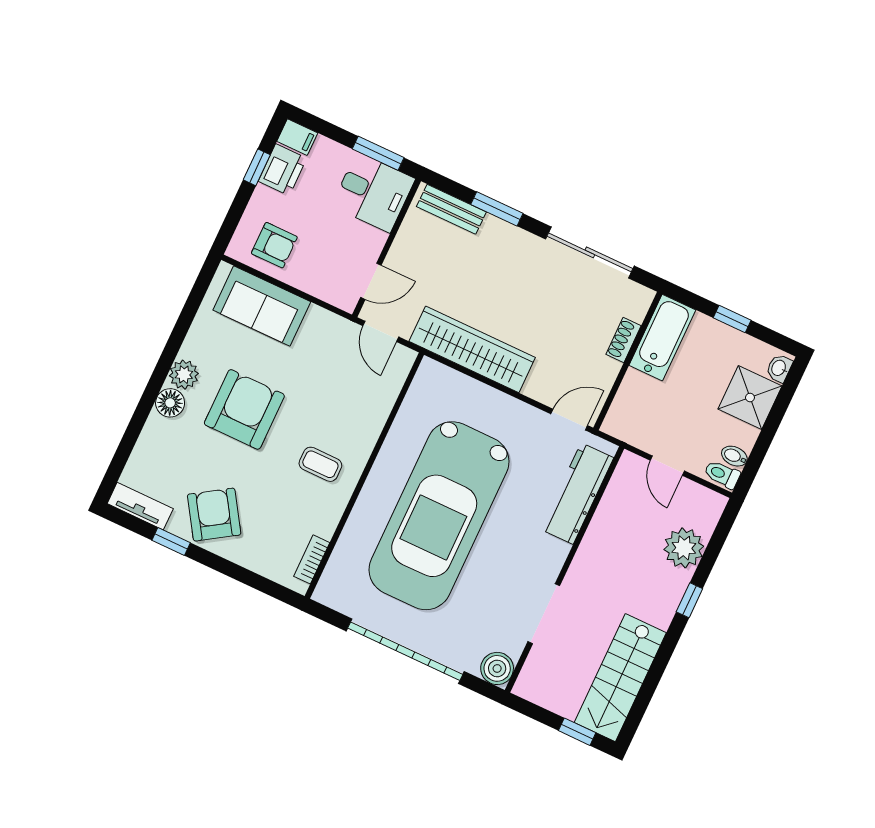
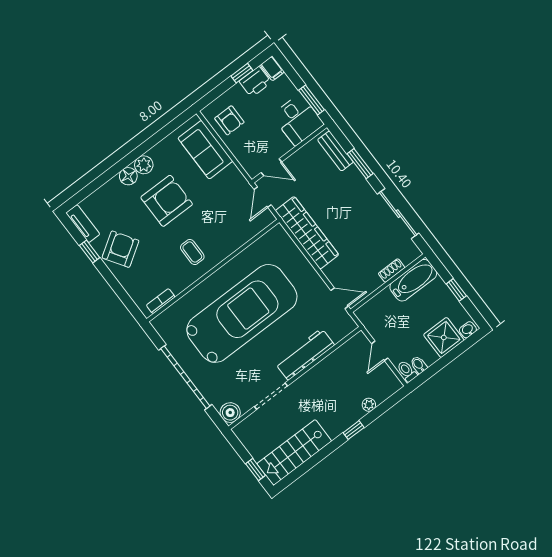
workbench: (577, 494) -> (305, 354), moved
car: (439, 516) -> (242, 313), turned 180
plant: (684, 548) -> (369, 405), width x0.53, depth x0.53

